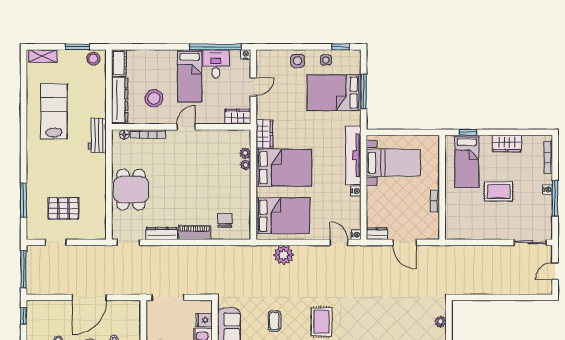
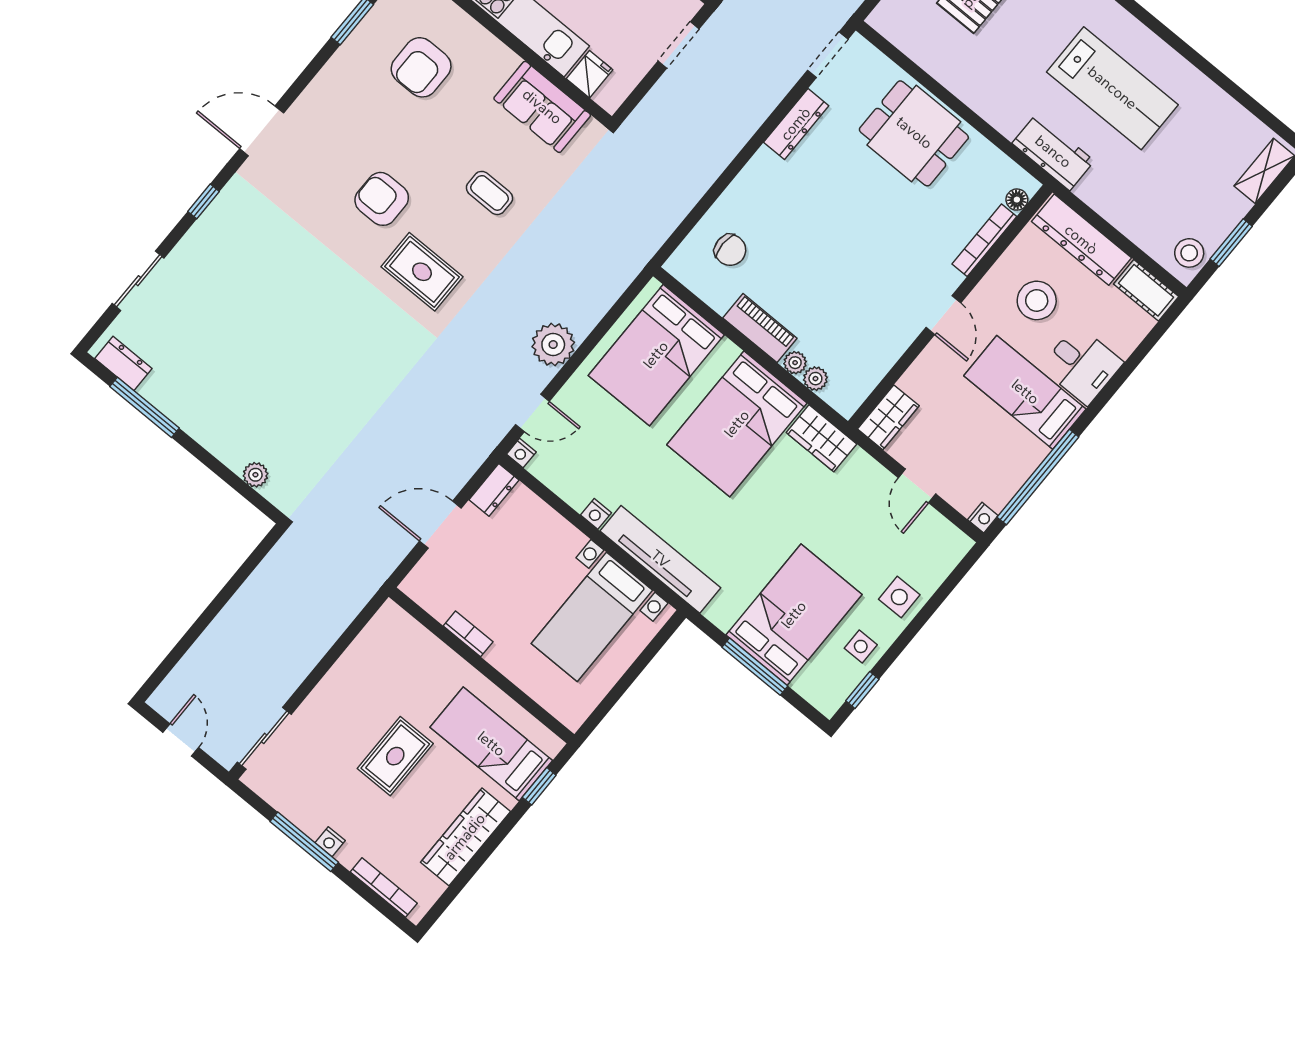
desk: (216, 64) -> (1082, 365), moved
lab bench: (54, 111) -> (1112, 88), moved
wardrobe: (507, 143) -> (465, 837), width x1.50
piano: (195, 233) -> (760, 328), moved, turned -90
plant: (284, 255) -> (553, 345), moved
doorway: (168, 297) -> (678, 45), width x0.73

